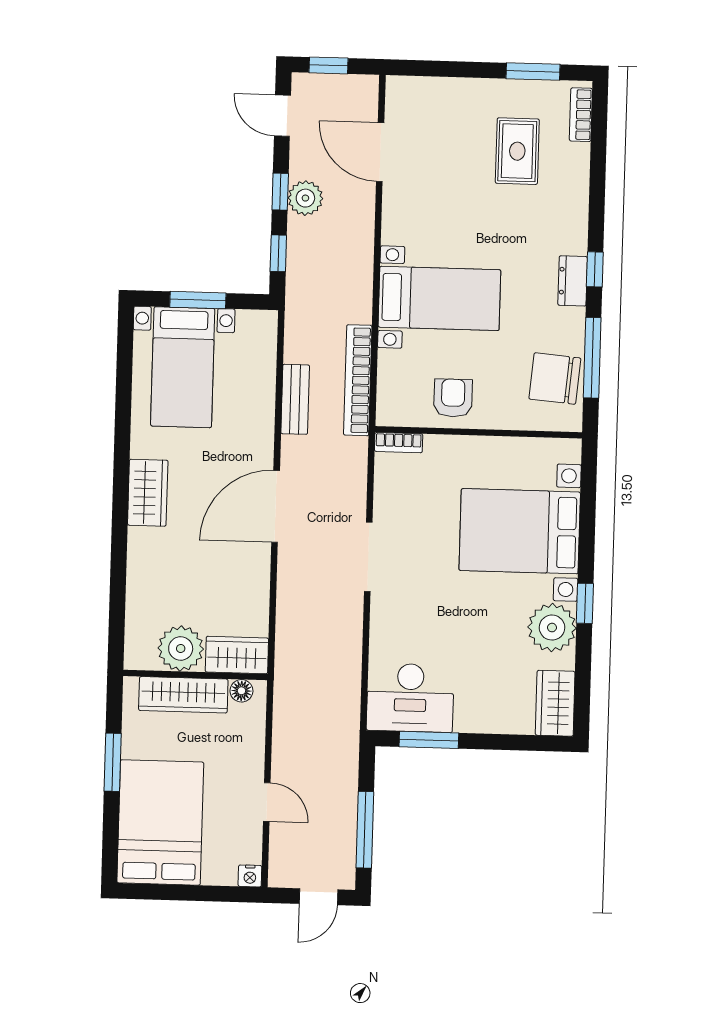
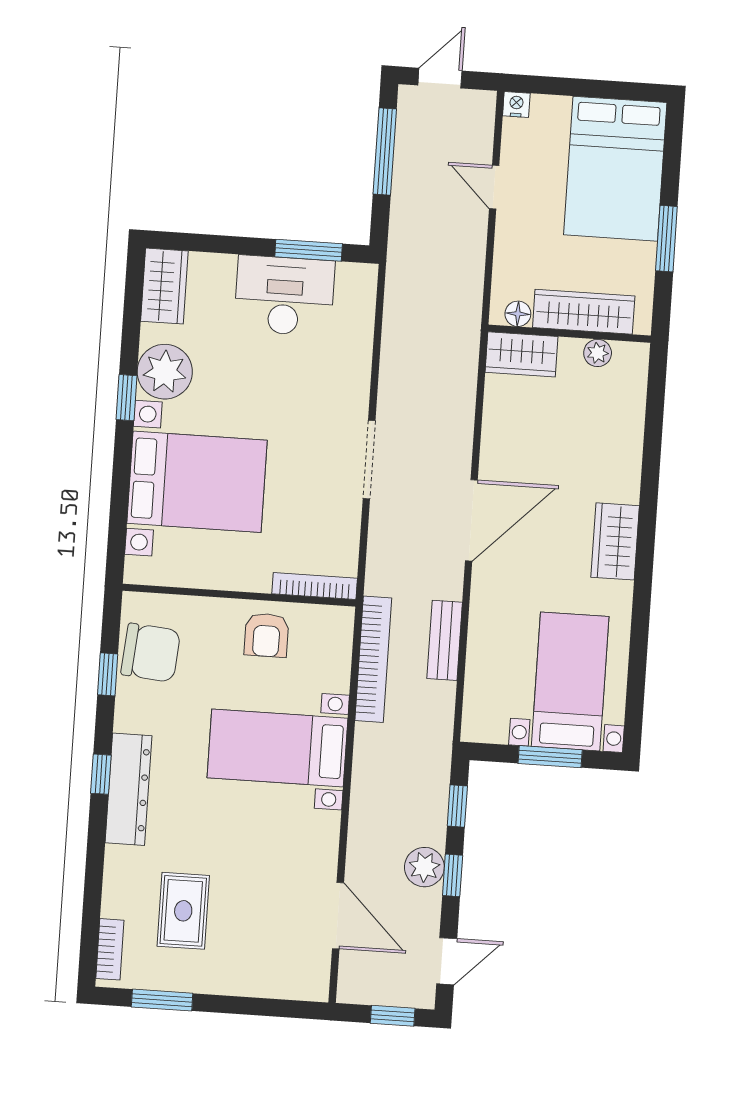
door: (282, 116) -> (447, 961), hinge flipped
dresser: (573, 281) -> (128, 789), width x1.96, depth x1.24
window: (592, 358) -> (108, 674), width x0.46
bookcase: (399, 443) -> (315, 586), width x1.56
plant: (181, 648) -> (598, 353), width x0.53, depth x0.53
desk: (410, 698) -> (284, 296), moved

